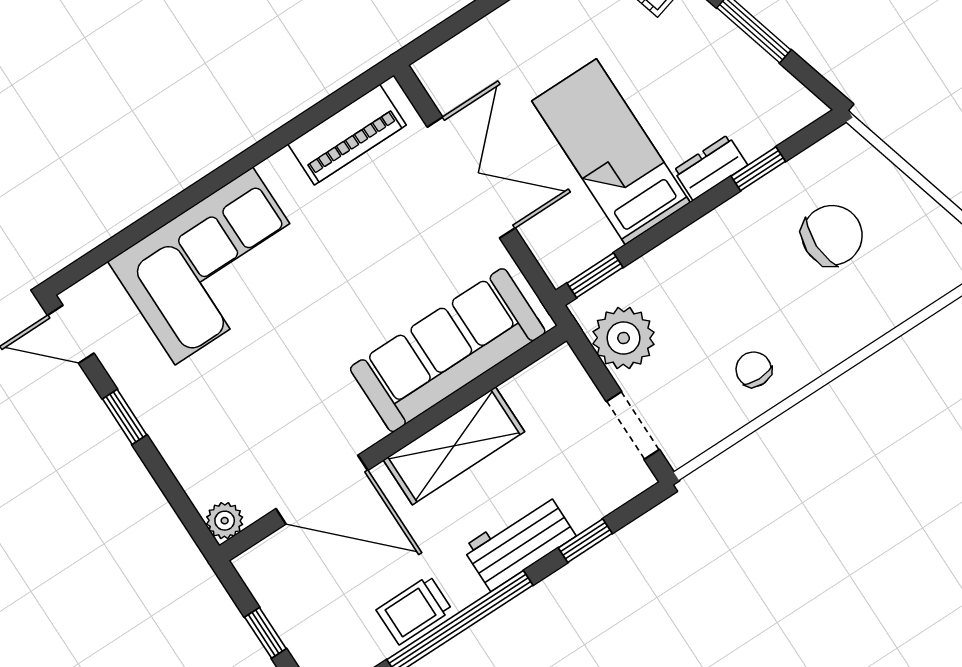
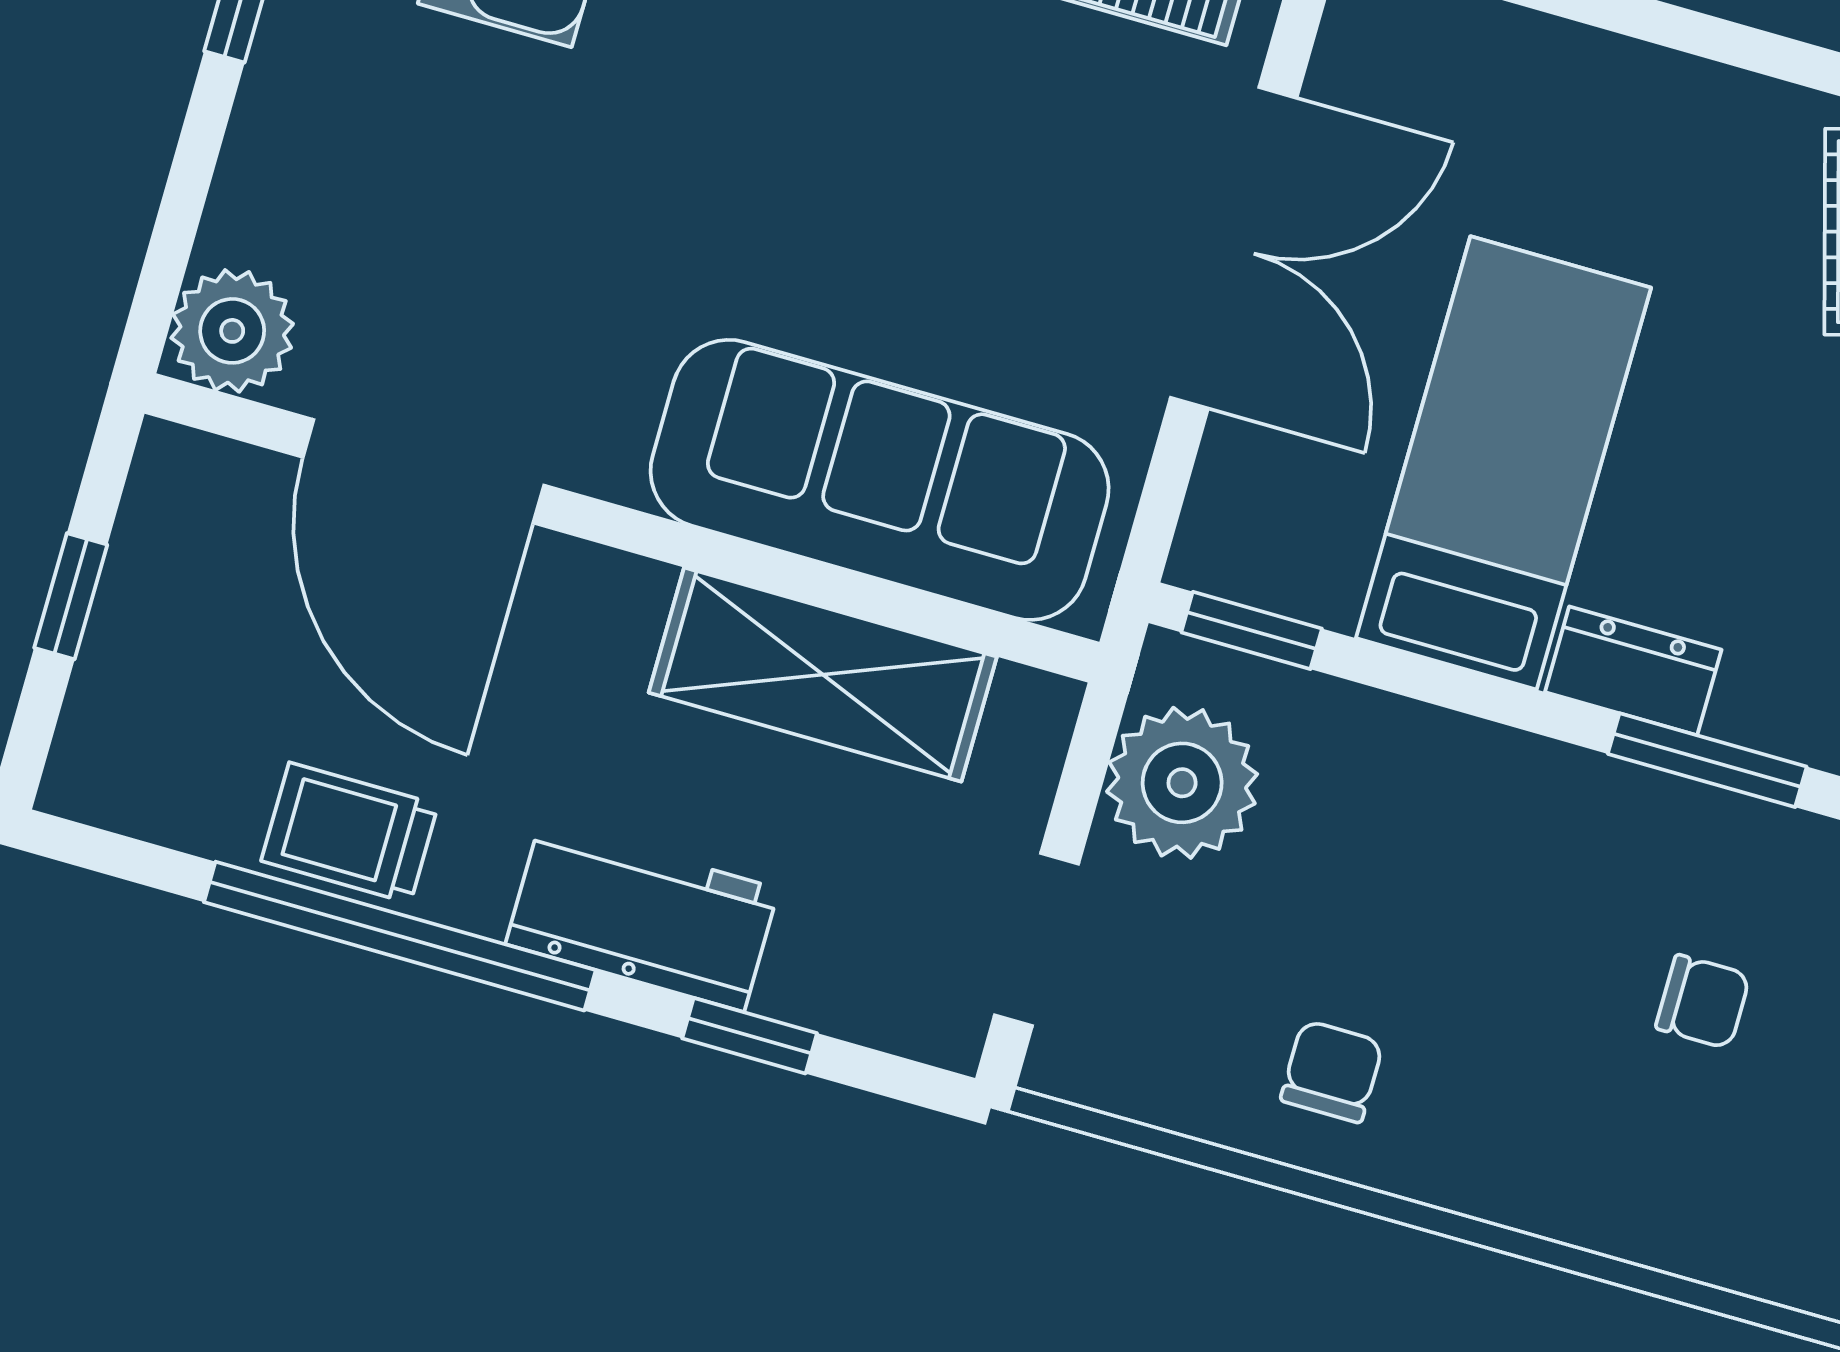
window: (758, 169) -> (1707, 760), width x1.50
chair: (832, 235) -> (1703, 1002), width x0.54, depth x0.54
shelving: (454, 446) -> (823, 675), moved
plant: (225, 521) -> (232, 331), width x1.38, depth x1.38

